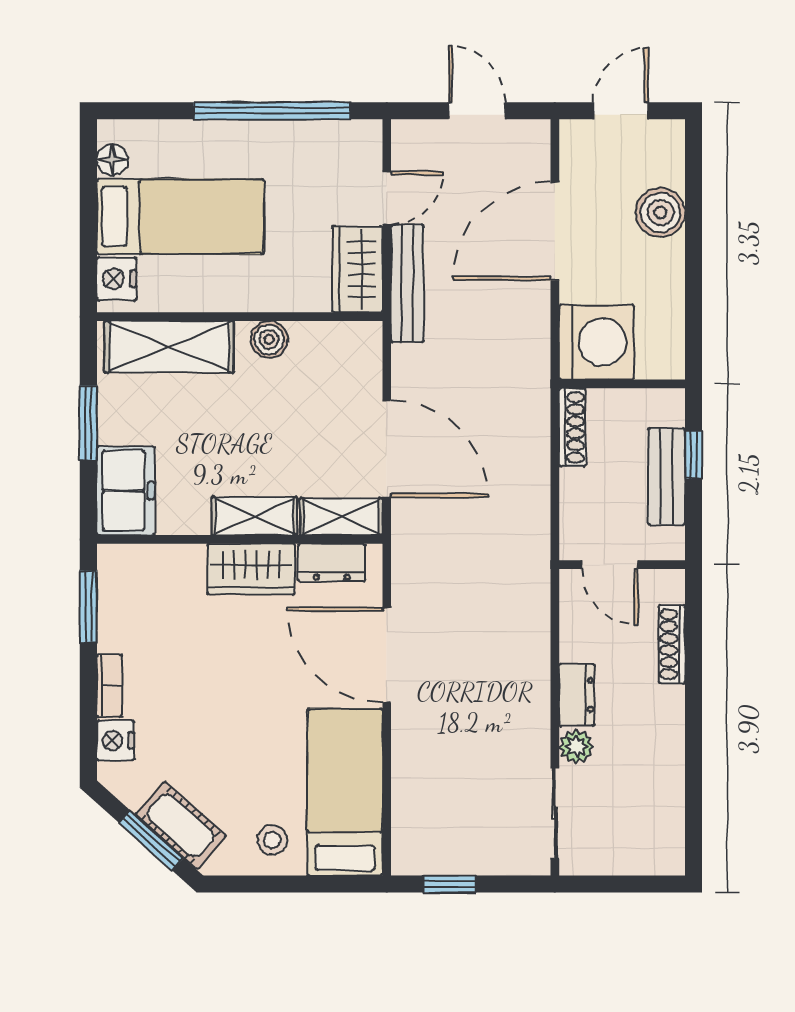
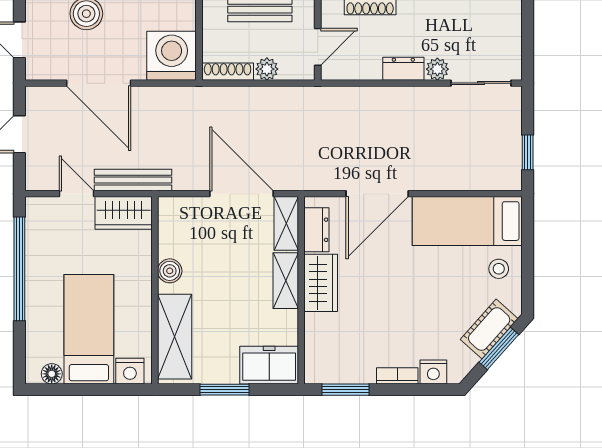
door: (387, 449) -> (242, 194), hinge flipped
plant: (576, 487) -> (267, 69), added

